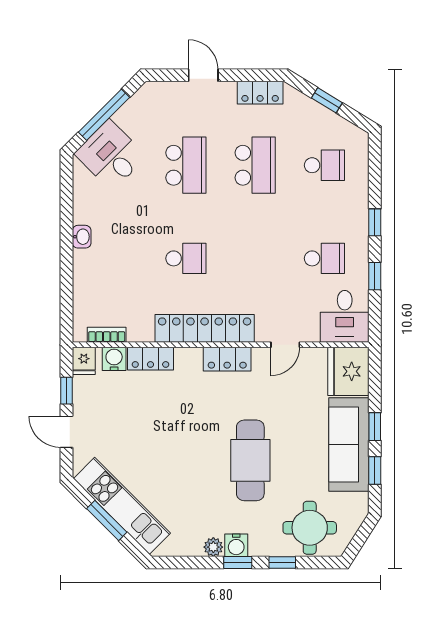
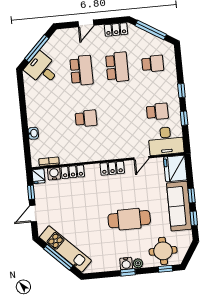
door: (203, 75) -> (86, 23), swing flipped
window: (327, 100) -> (151, 30), width x2.17
washbasin: (82, 237) -> (33, 133), moved
desk: (345, 316) -> (166, 141), width x1.37
locker: (205, 328) -> (99, 154), removed
door: (66, 432) -> (33, 214), hinge flipped
cafe table: (250, 460) -> (129, 219), turned 90
window: (107, 520) -> (58, 257), width x1.44
plant: (213, 547) -> (138, 263), moved
window: (282, 563) -> (165, 269), moved

